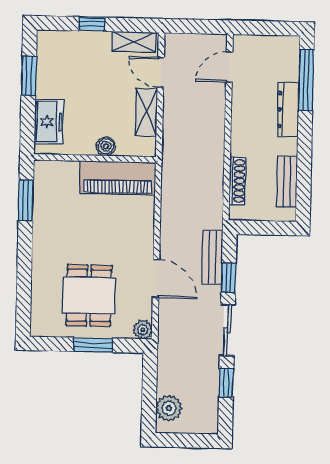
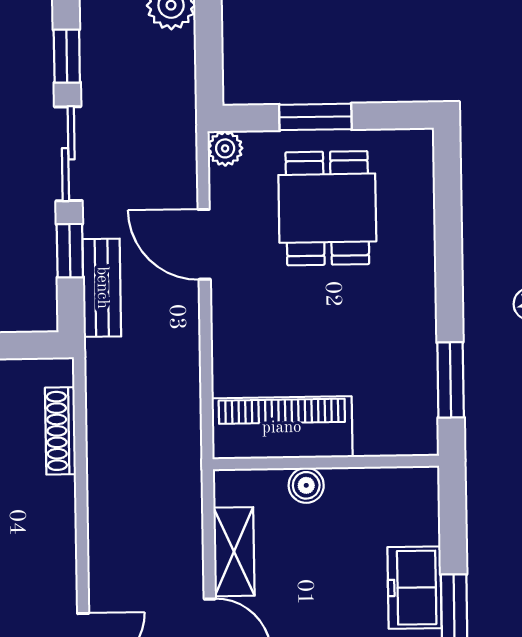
freezer: (49, 122) -> (415, 588), moved

